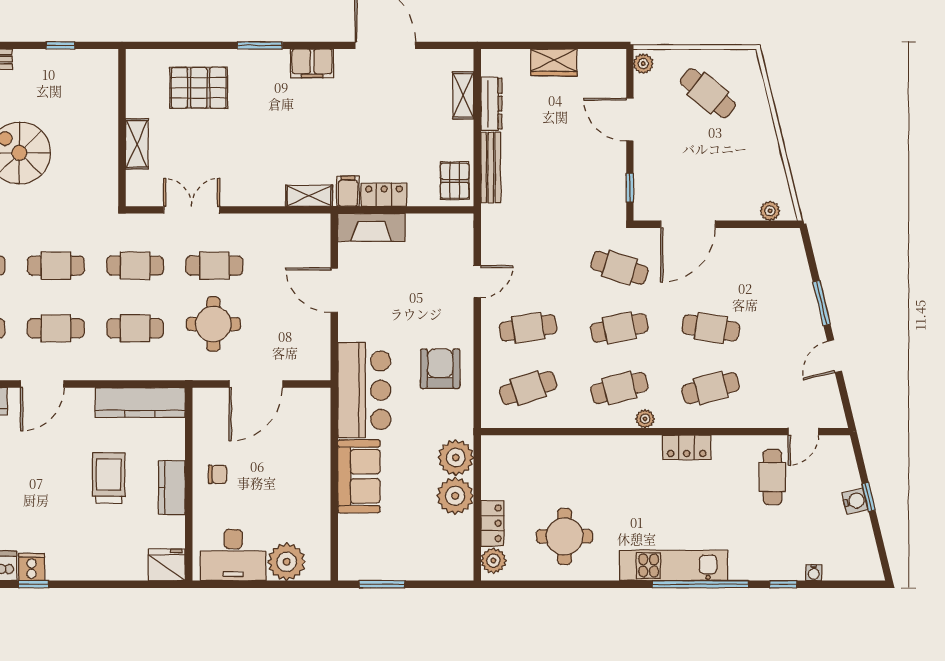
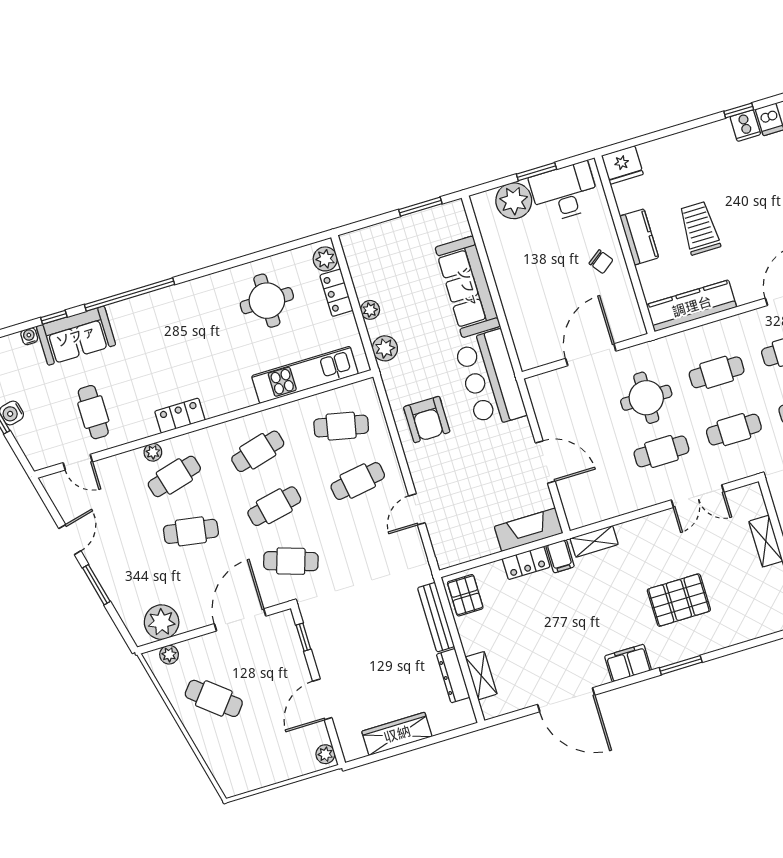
wardrobe: (554, 62) -> (397, 734), width x1.50
pallet: (199, 88) -> (679, 600), moved
cafe table: (708, 93) -> (214, 698), moved
door: (630, 119) -> (322, 699), swing flipped
plant: (768, 246) -> (162, 622), added
cafe table: (528, 388) -> (341, 426), turned 30
plant: (645, 419) -> (153, 452), moved
door: (803, 432) -> (78, 462), swing flipped
plant: (456, 458) -> (385, 348), width x0.73, depth x0.73
chair: (218, 474) -> (601, 262), turned -127
sofa: (359, 476) -> (468, 287), width x1.36
trolley: (109, 478) -> (699, 228), turned 180
plant: (455, 496) -> (370, 310), width x0.53, depth x0.53
sofa: (767, 559) -> (76, 336), added
kitchen unit: (673, 565) -> (305, 375), moved, turned 180
window: (255, 584) -> (536, 172), added

